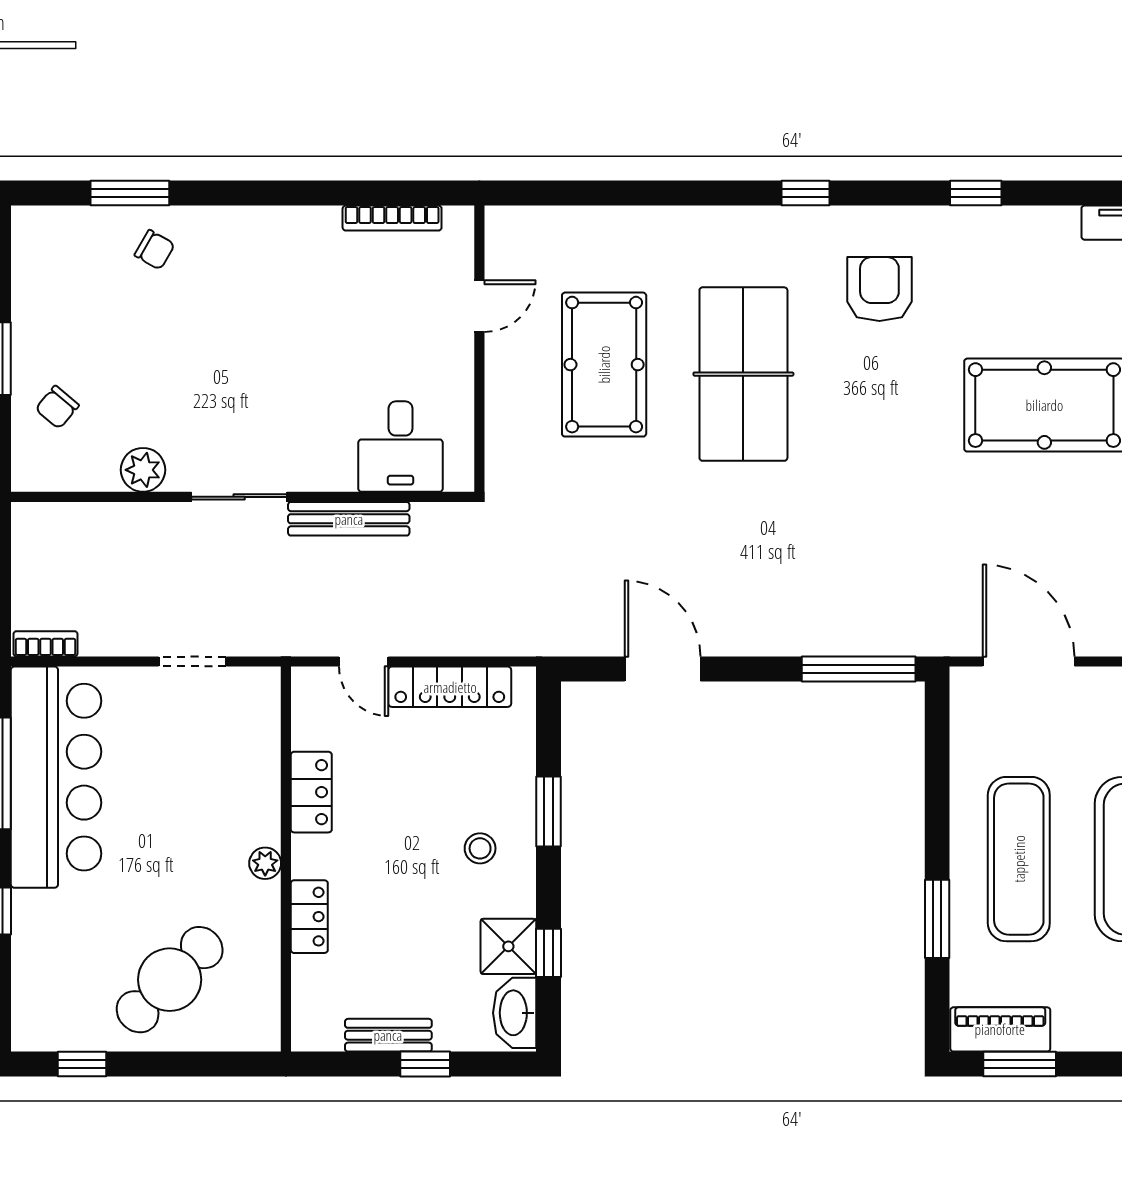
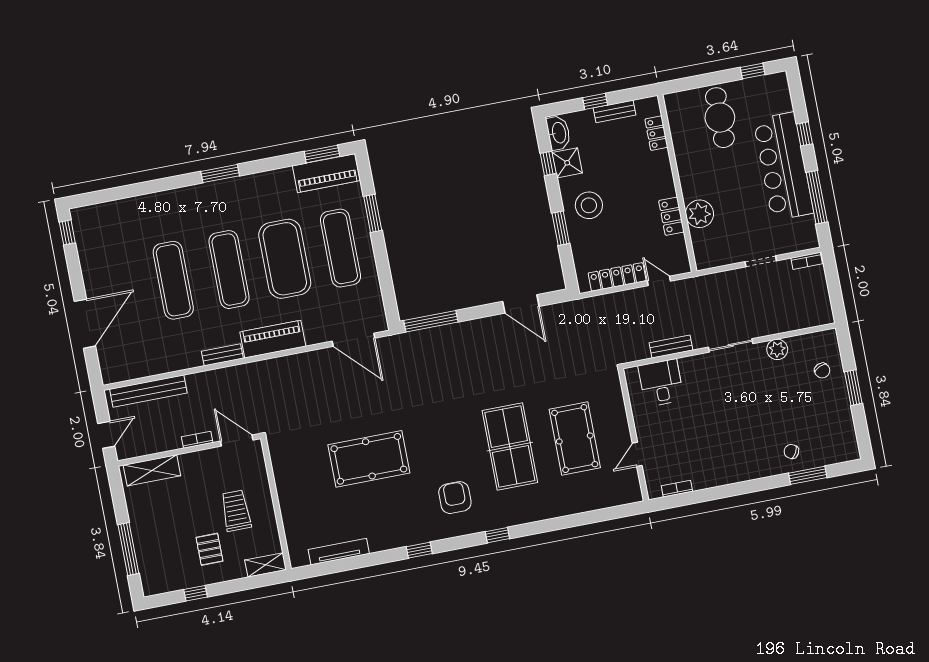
bookcase: (392, 218) -> (677, 489), width x0.64
armchair: (879, 289) -> (455, 498), turned 180
chair: (57, 407) -> (822, 371), turned 116
bench: (349, 519) -> (671, 347), width x0.73
doorway: (193, 662) -> (761, 261), moved
bar counter: (56, 777) -> (783, 166), moved
stool: (480, 848) -> (589, 205), width x1.89, depth x1.89
plant: (265, 863) -> (700, 214), moved, width x1.88, depth x1.88
locker: (309, 917) -> (656, 133), moved
cafe table: (170, 980) -> (720, 118), turned -45
piano: (1000, 1029) -> (326, 173), width x1.37, depth x1.33

